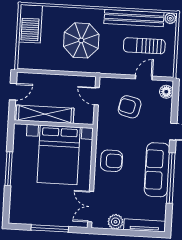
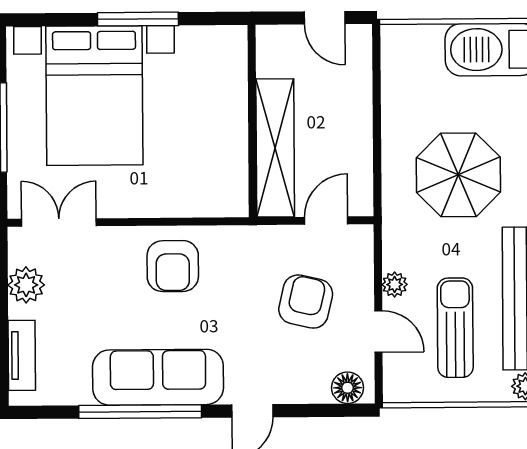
plant: (125, 70) -> (395, 284), added
shelving: (45, 114) -> (275, 148), moved
bed with nightstands: (59, 155) -> (94, 96), moved, turned -90
tv unit: (144, 225) -> (22, 355), width x0.71

